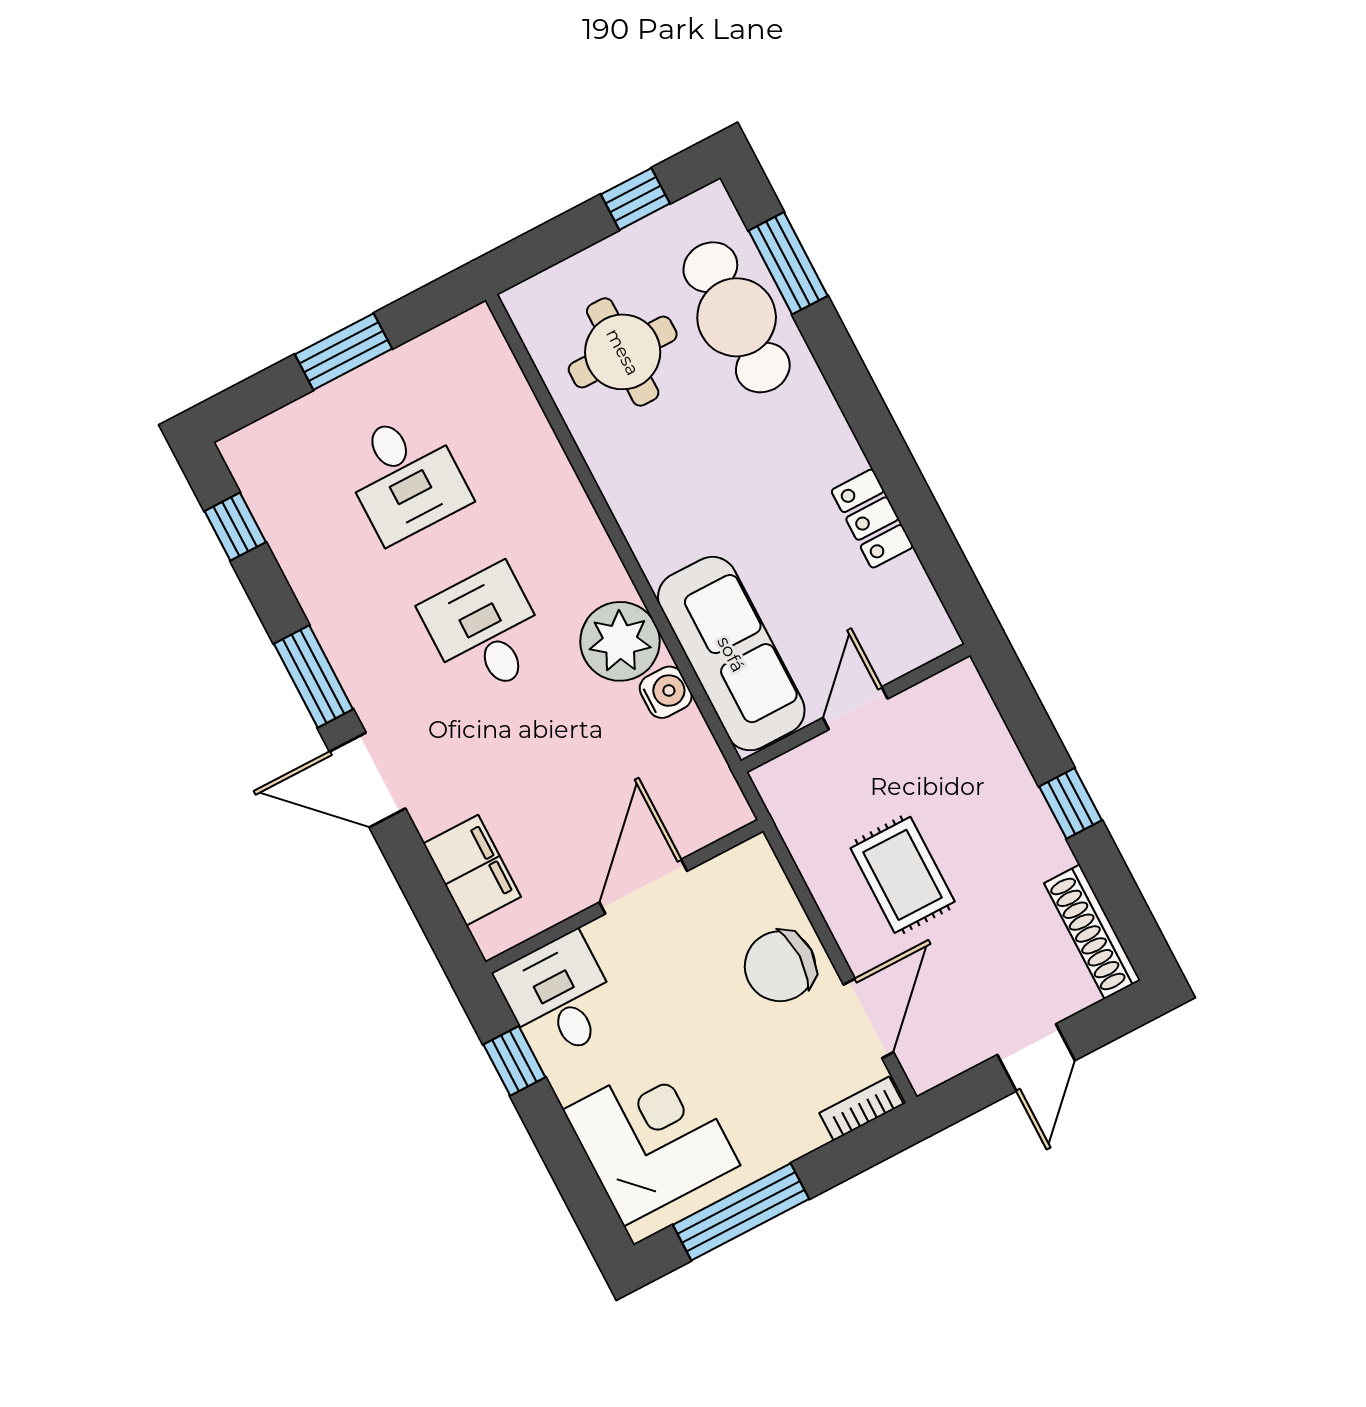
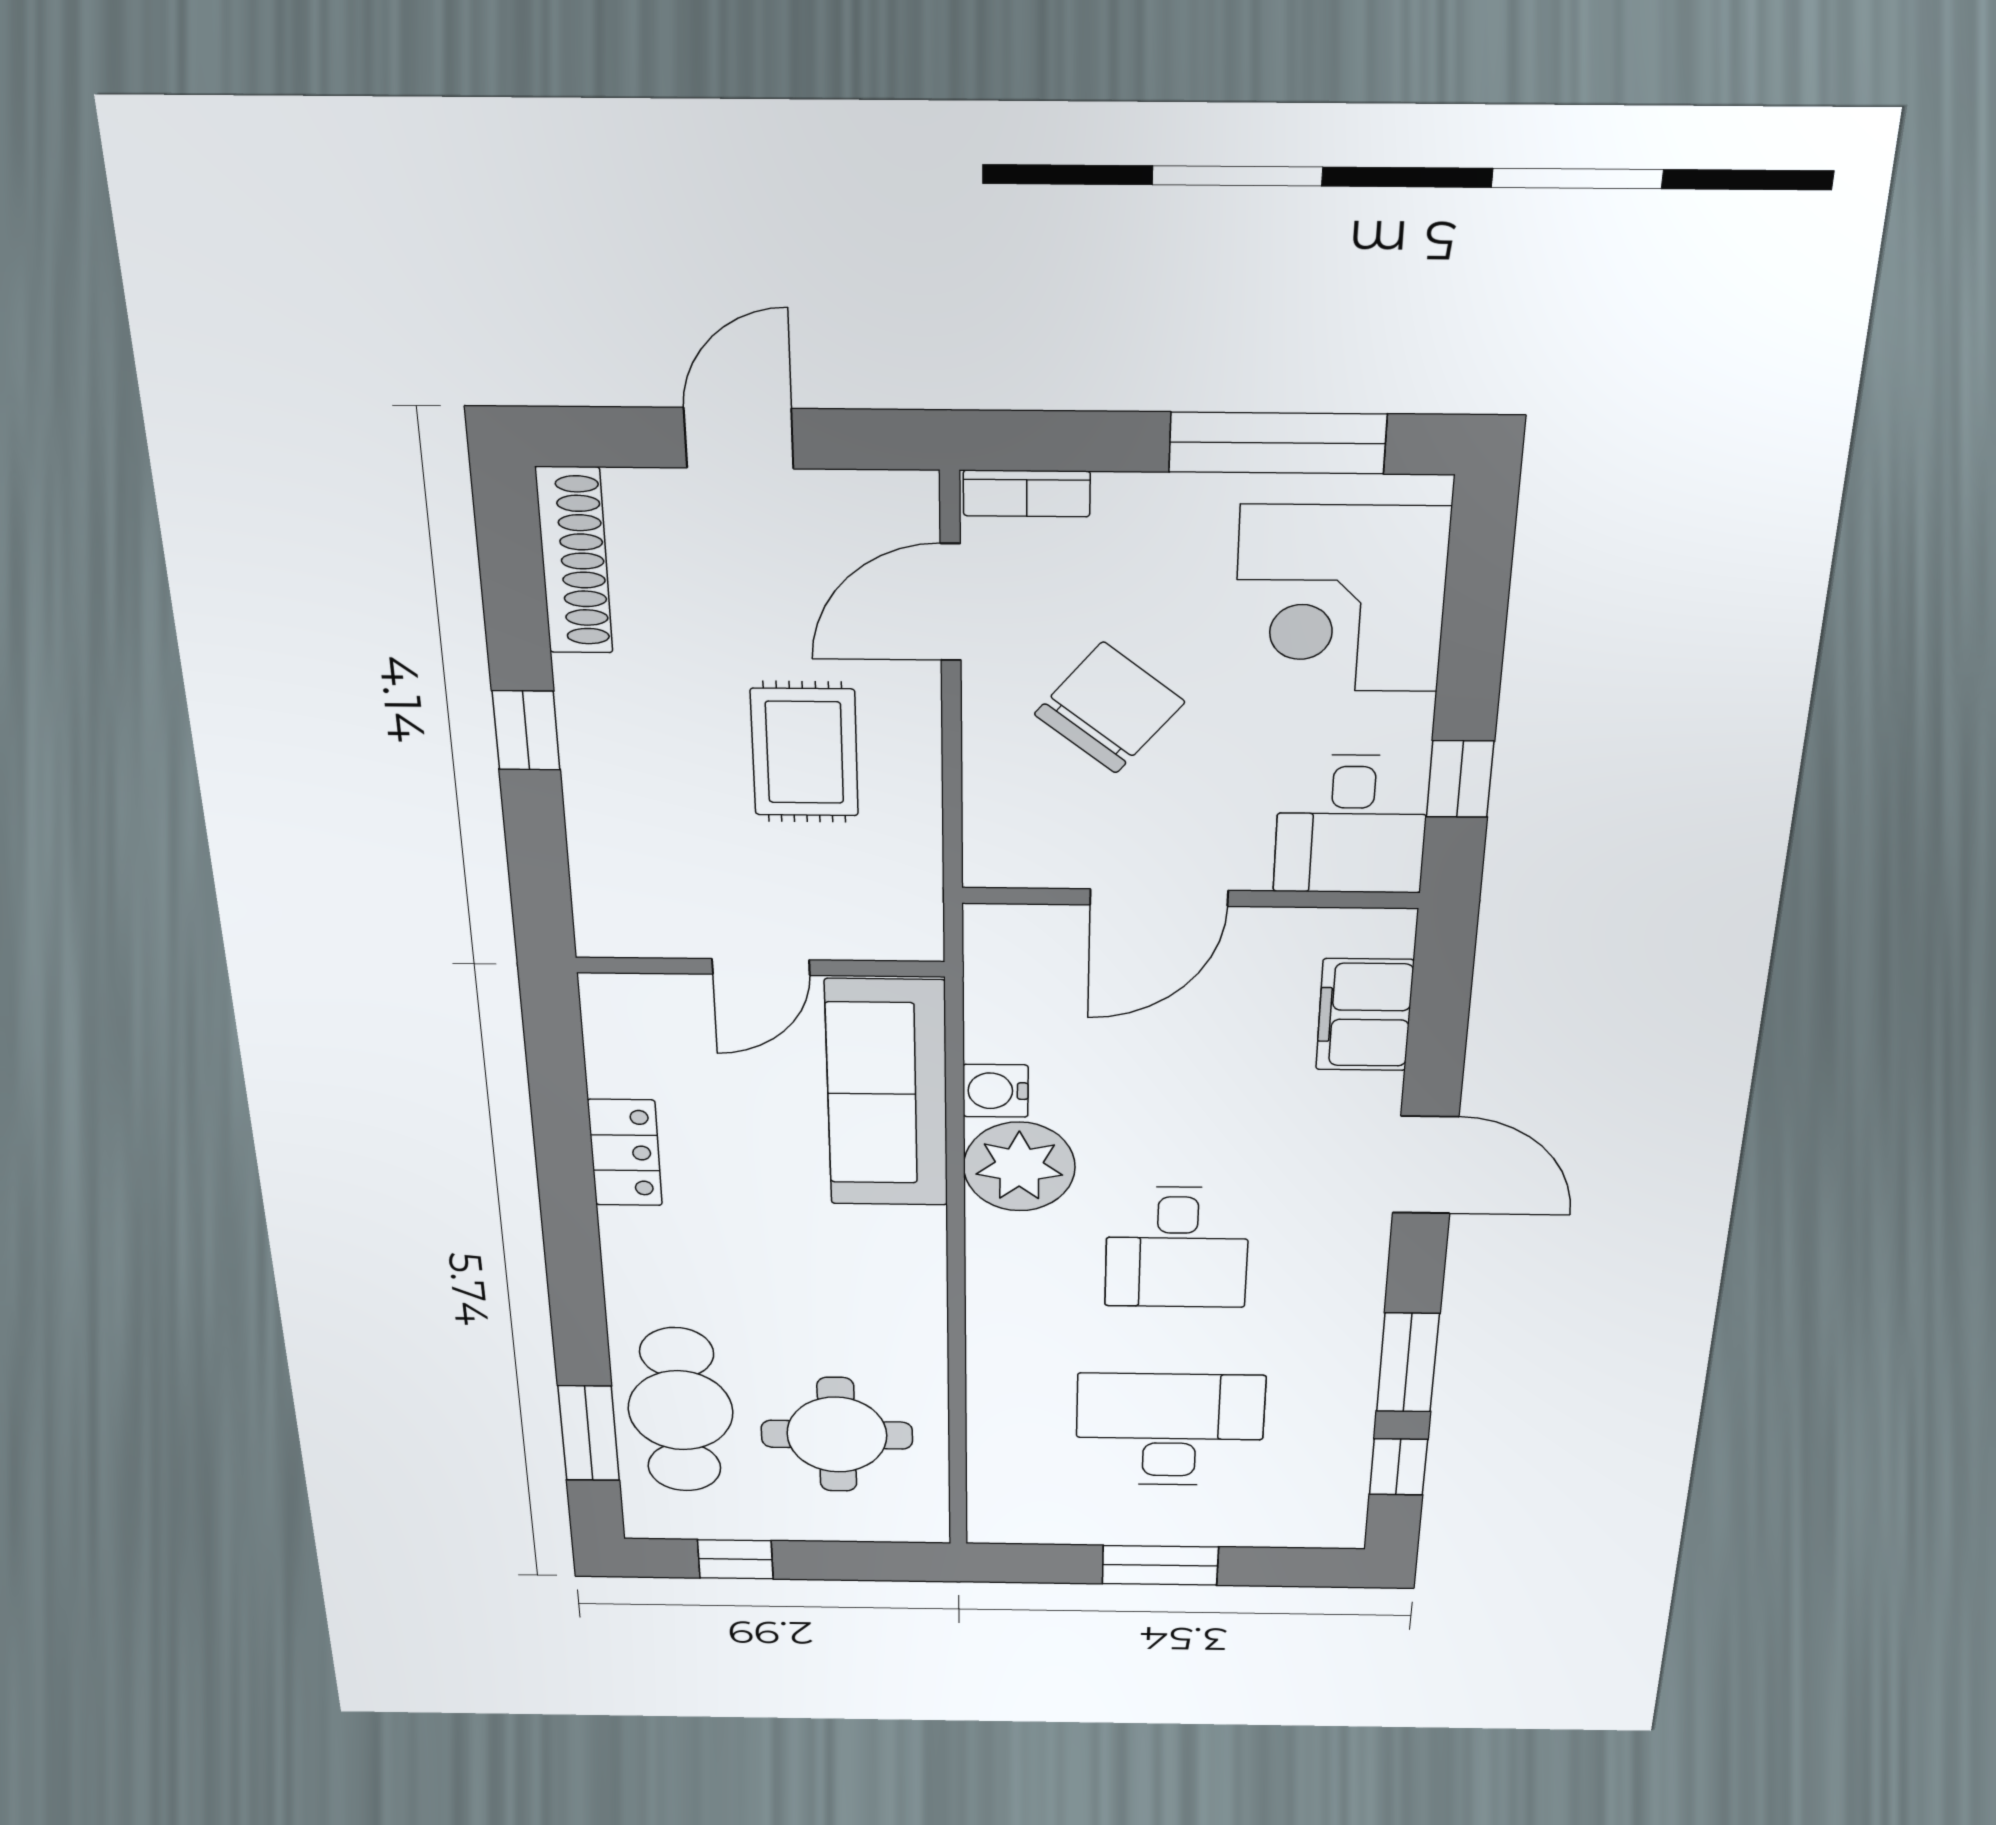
desk: (405, 476) -> (1170, 1430), width x1.37
window: (313, 676) -> (1408, 1363), moved
chair: (780, 966) -> (1110, 708), moved, turned -51

